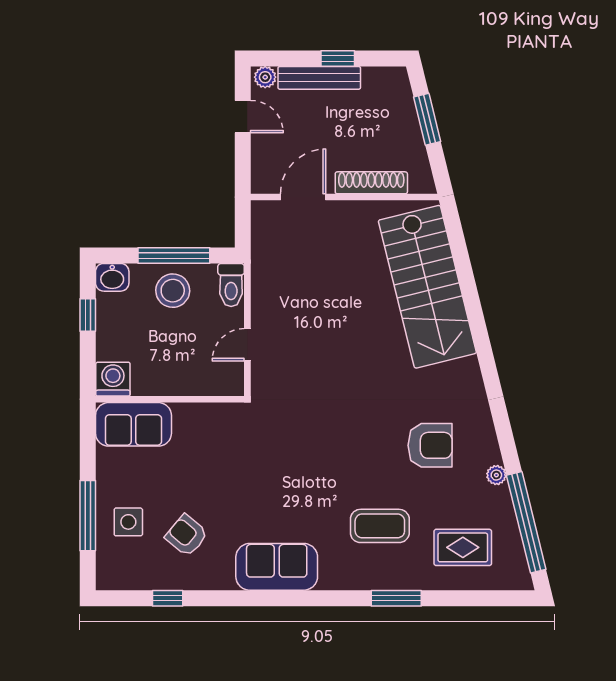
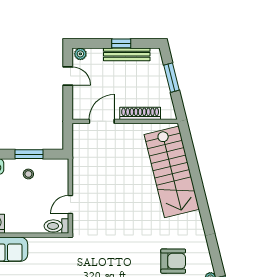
bench: (319, 78) -> (127, 54), moved
window: (174, 255) -> (29, 154), width x0.69
toilet: (231, 285) -> (56, 226), moved, turned 90
stool: (173, 291) -> (28, 174), width x0.53, depth x0.53

